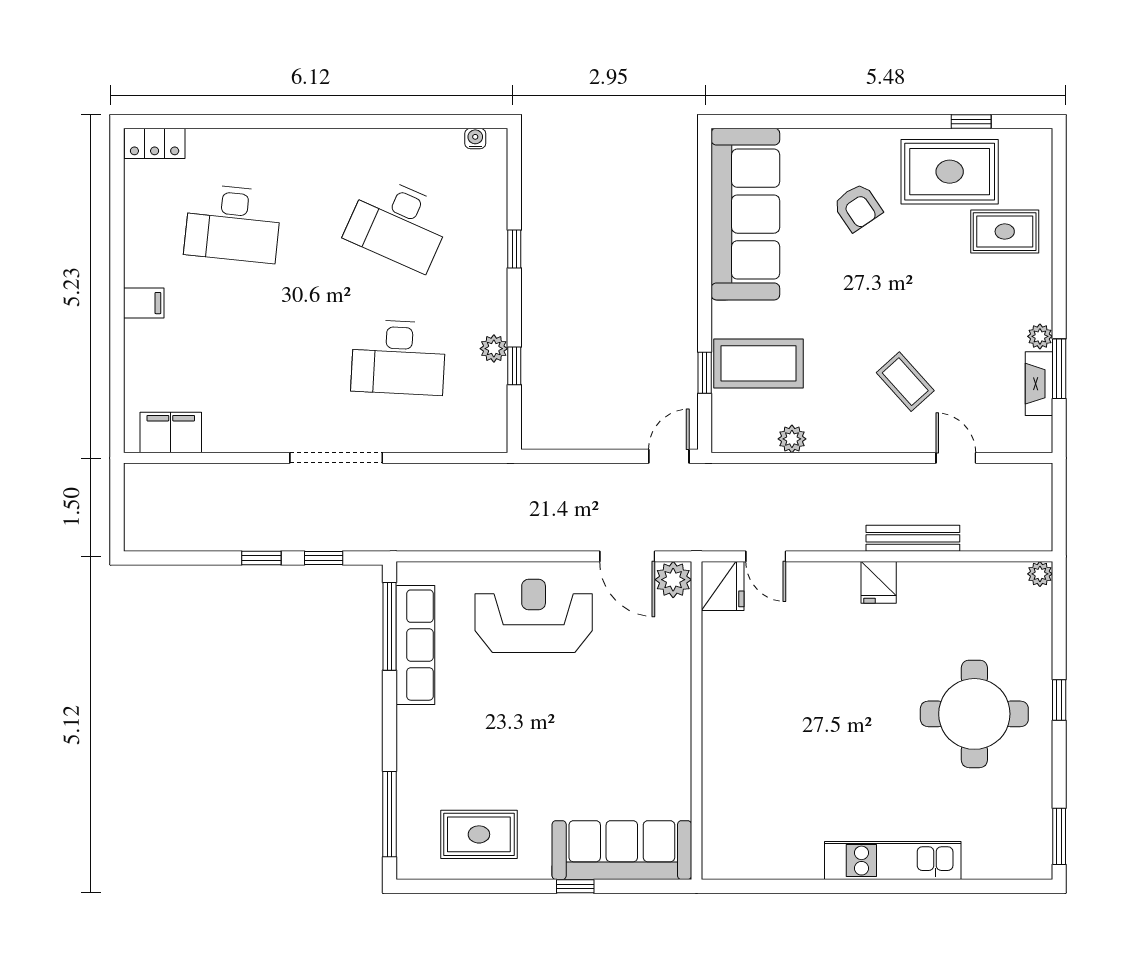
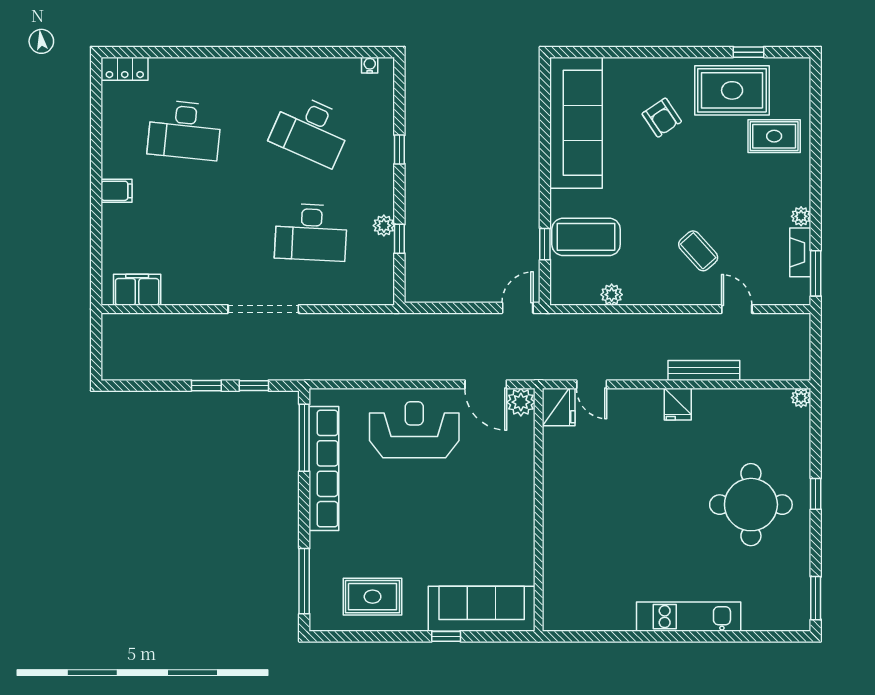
window: (1059, 369) -> (816, 273), moved
row of seats: (415, 645) -> (324, 469), width x1.36

